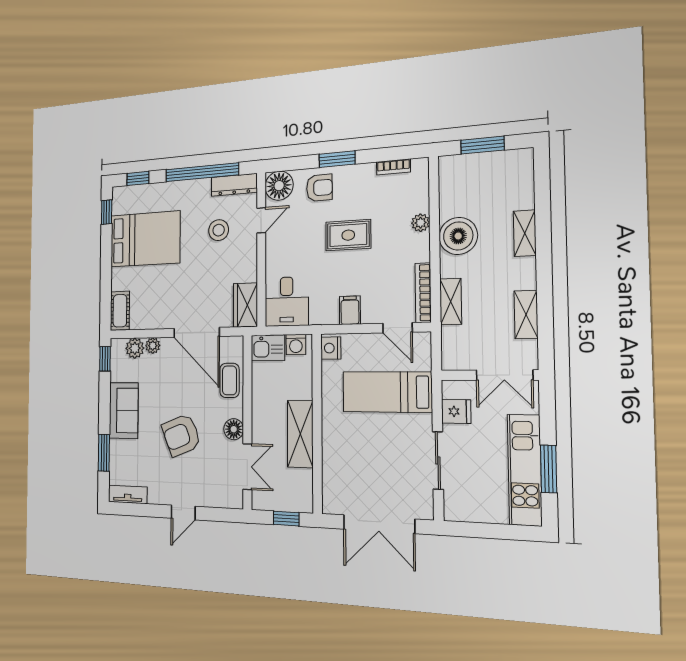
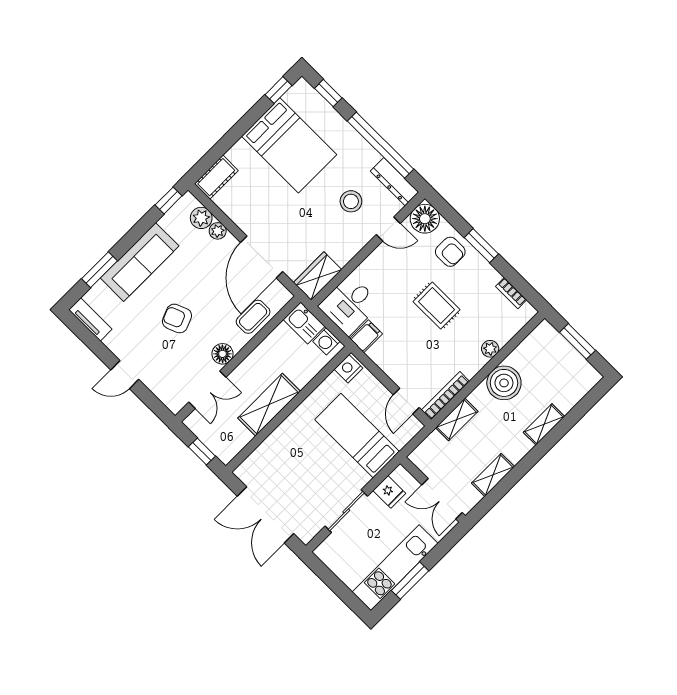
filing cabinet: (350, 310) -> (366, 336), moved
sofa: (124, 410) -> (140, 262), width x1.36
armchair: (181, 435) -> (177, 318), width x0.72, depth x0.72

